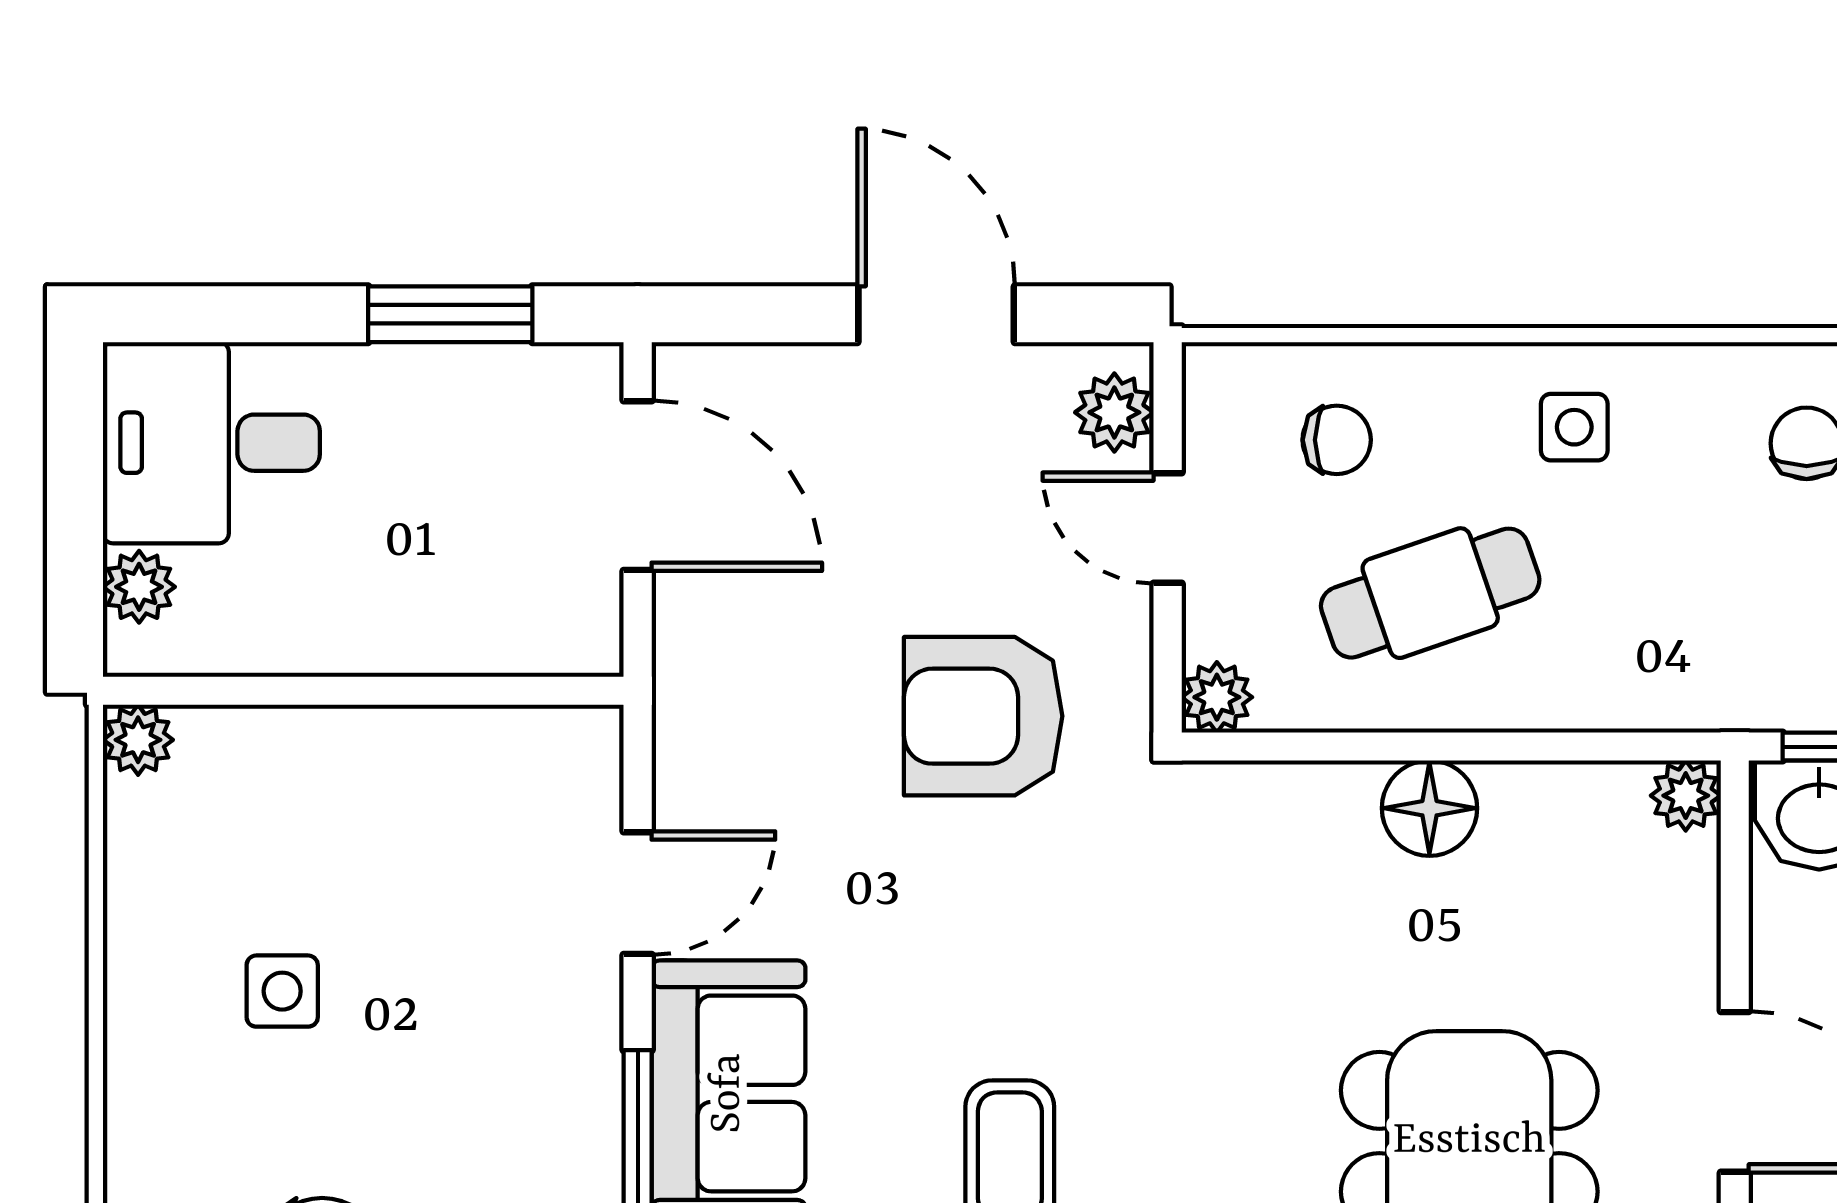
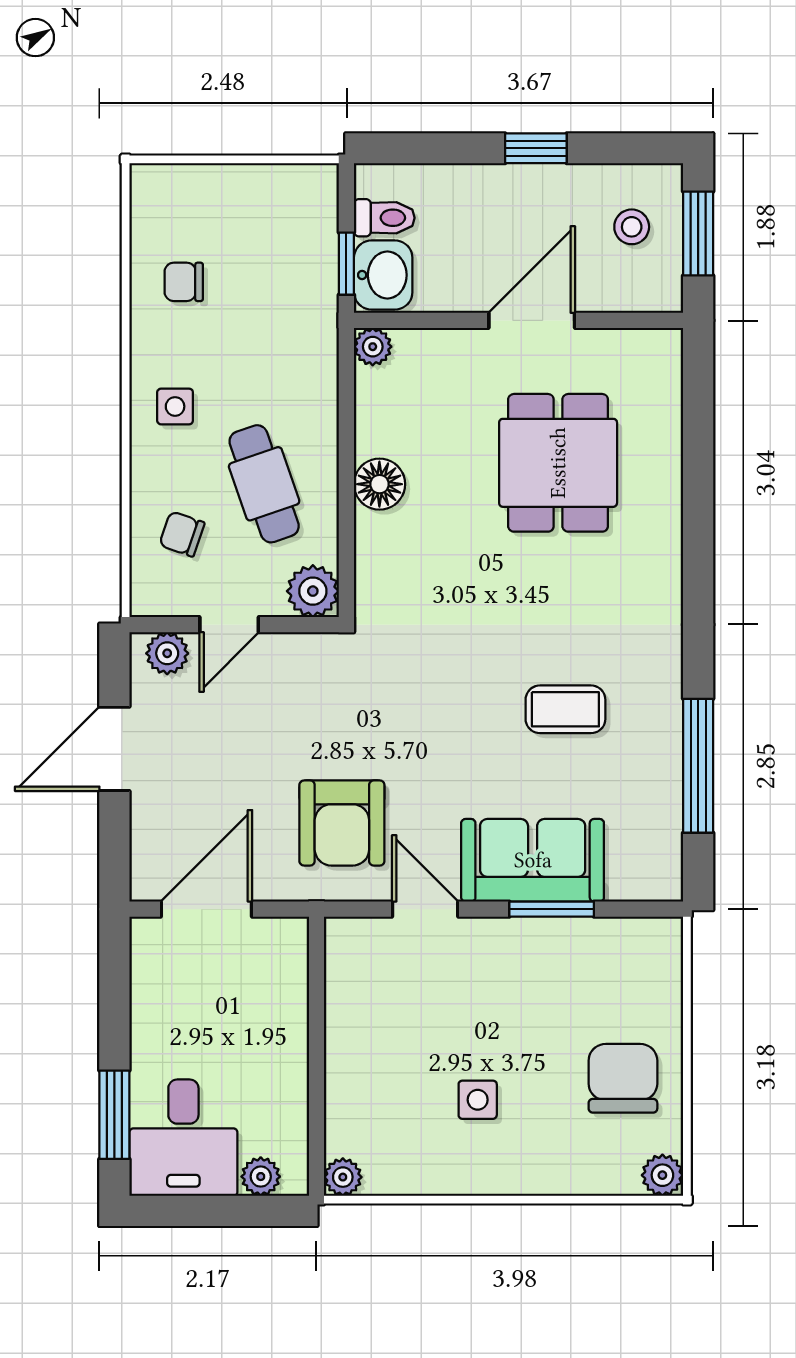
window: (450, 314) -> (114, 1115), moved
chair: (1337, 440) -> (182, 534), turned -71
plant: (1217, 697) -> (313, 591), width x1.38, depth x1.38
armchair: (983, 716) -> (342, 823), moved

